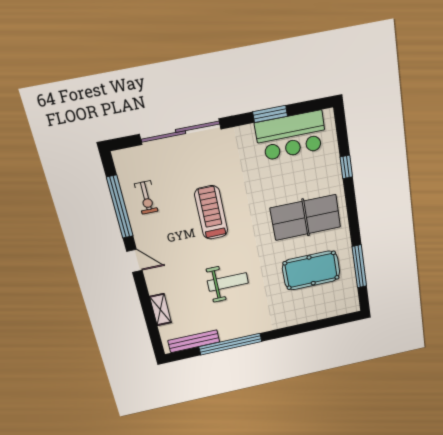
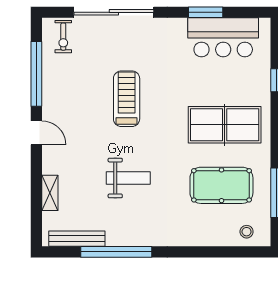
exercise bike: (146, 198) -> (63, 37), moved
stool: (339, 304) -> (247, 232), added

